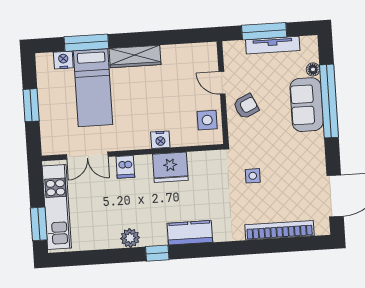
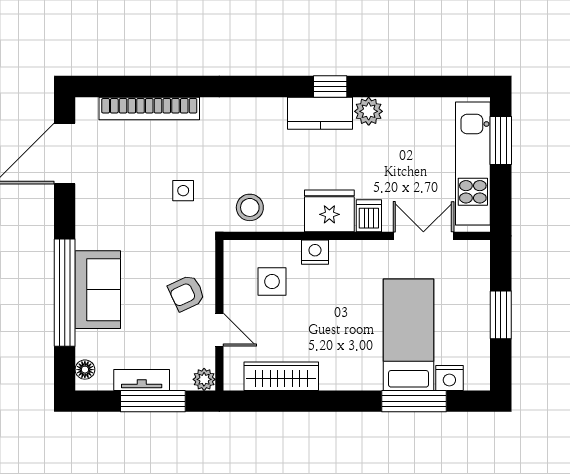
tv unit: (273, 45) -> (142, 380), width x0.71
plant: (230, 48) -> (204, 379), added
wardrobe: (135, 57) -> (281, 376), moved
floor lamp: (313, 69) -> (85, 370), moved
side table: (207, 120) -> (272, 282), moved
fridge: (170, 167) -> (329, 211), moved
stool: (207, 167) -> (250, 207), added
kitchen counter: (190, 233) -> (320, 113), moved

